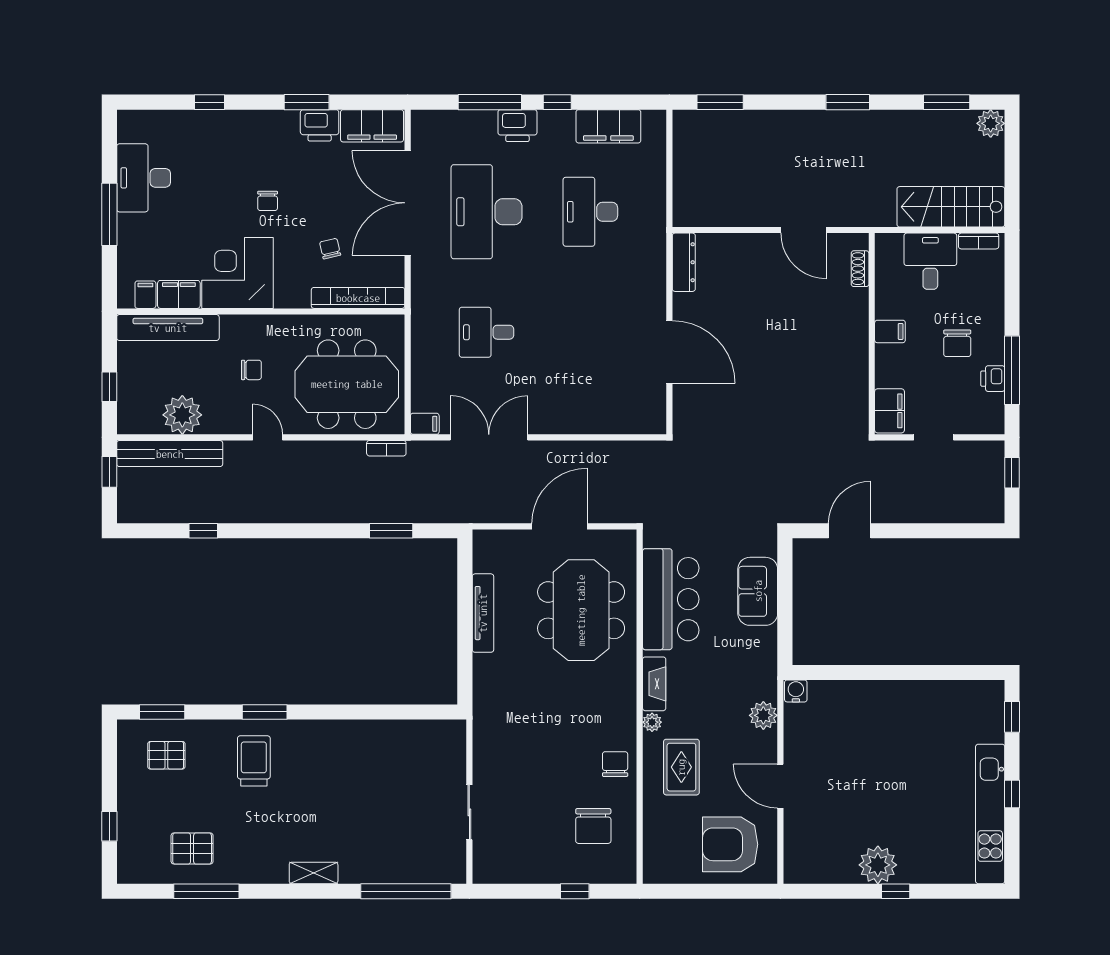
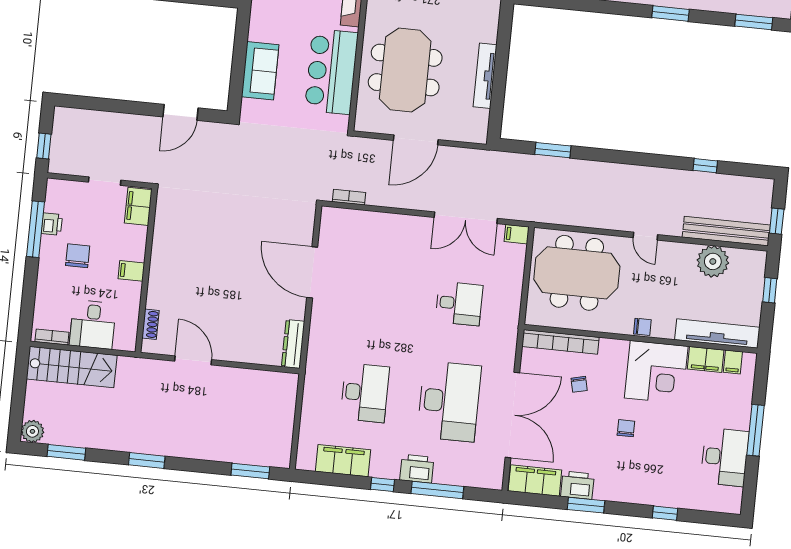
chair: (251, 370) -> (642, 327), moved, turned 180
bookcase: (386, 448) -> (349, 197), moved

